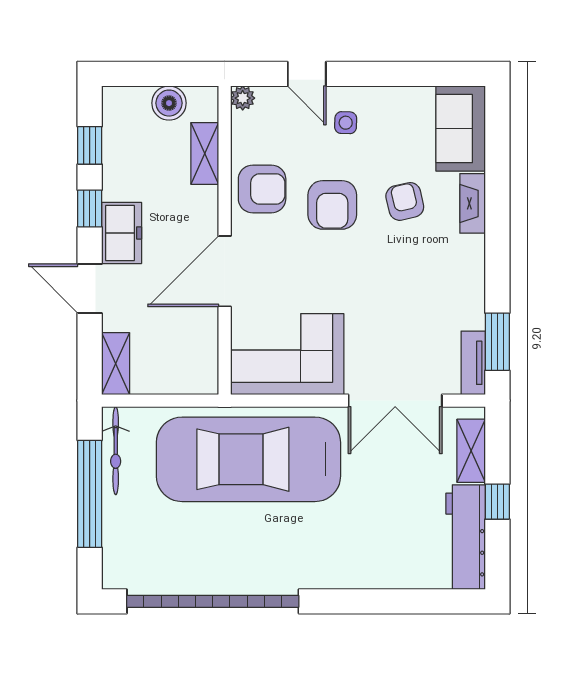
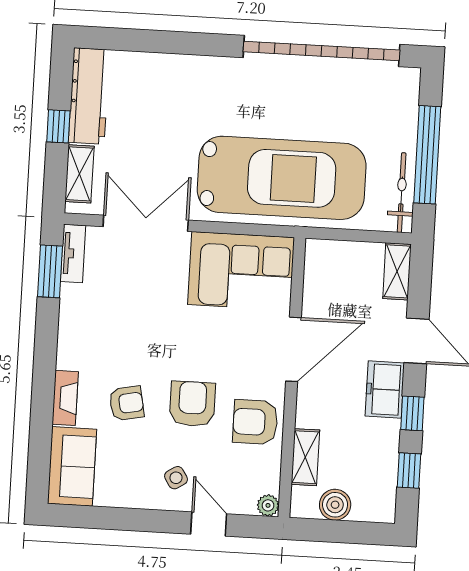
side table: (346, 123) -> (176, 478), turned -34
armchair: (405, 201) -> (127, 403), turned -88

